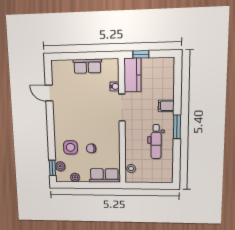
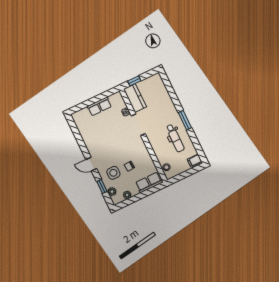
door: (49, 93) -> (91, 164), moved
filing cabinet: (166, 106) -> (195, 161), moved
window: (52, 168) -> (102, 186), moved

